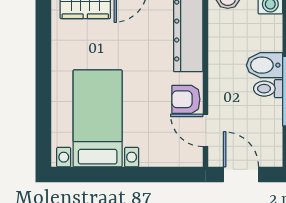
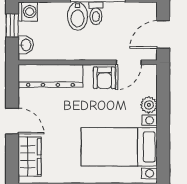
plant: (151, 156) -> (149, 105), added

